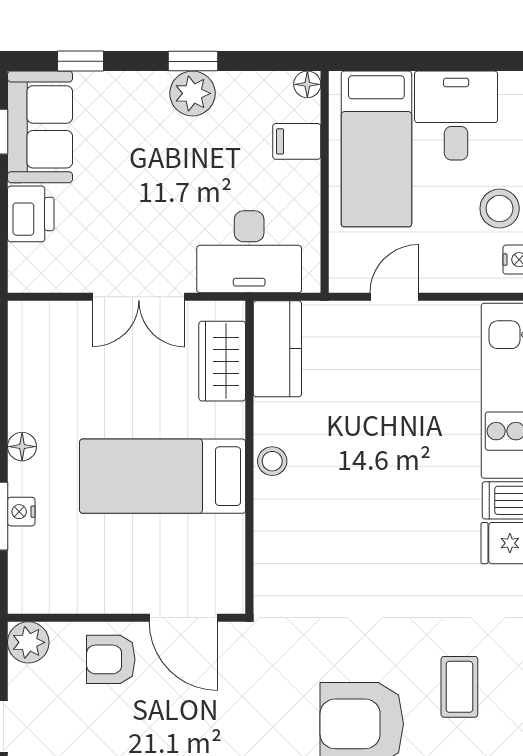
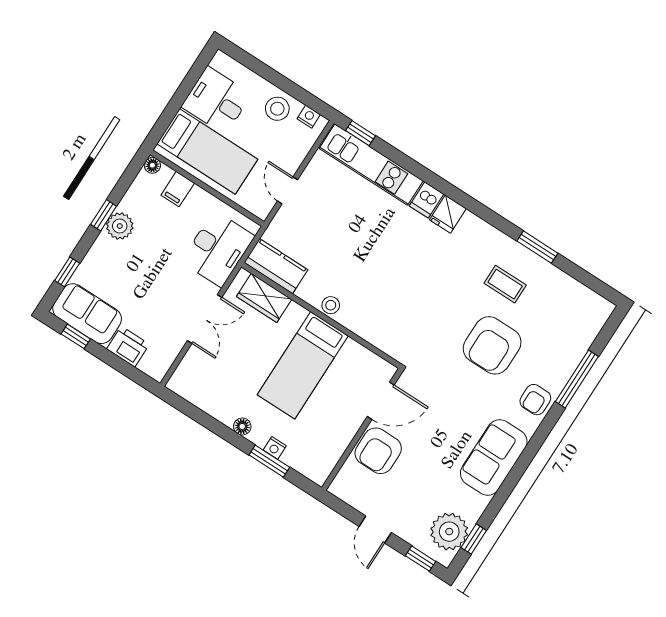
plant: (28, 642) -> (343, 487), removed
armchair: (111, 659) -> (378, 451), width x1.38, depth x1.38

